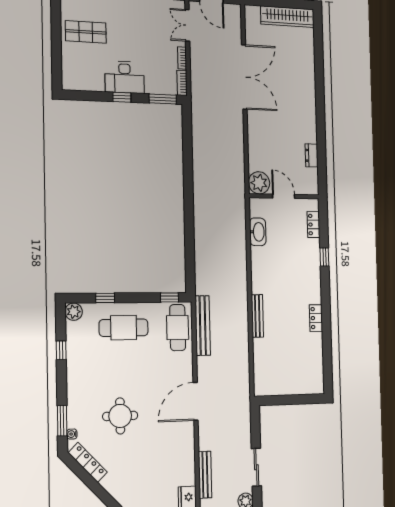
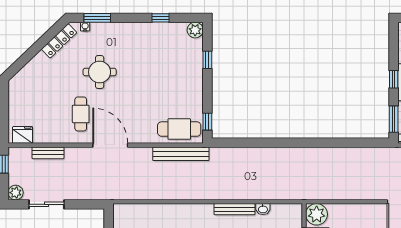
washbasin: (258, 232) -> (263, 209), width x0.52, depth x0.69
bench: (257, 316) -> (234, 209), moved
cafe table: (124, 328) -> (81, 114), moved, width x0.73, depth x0.74
bench: (205, 475) -> (48, 153), width x0.73

